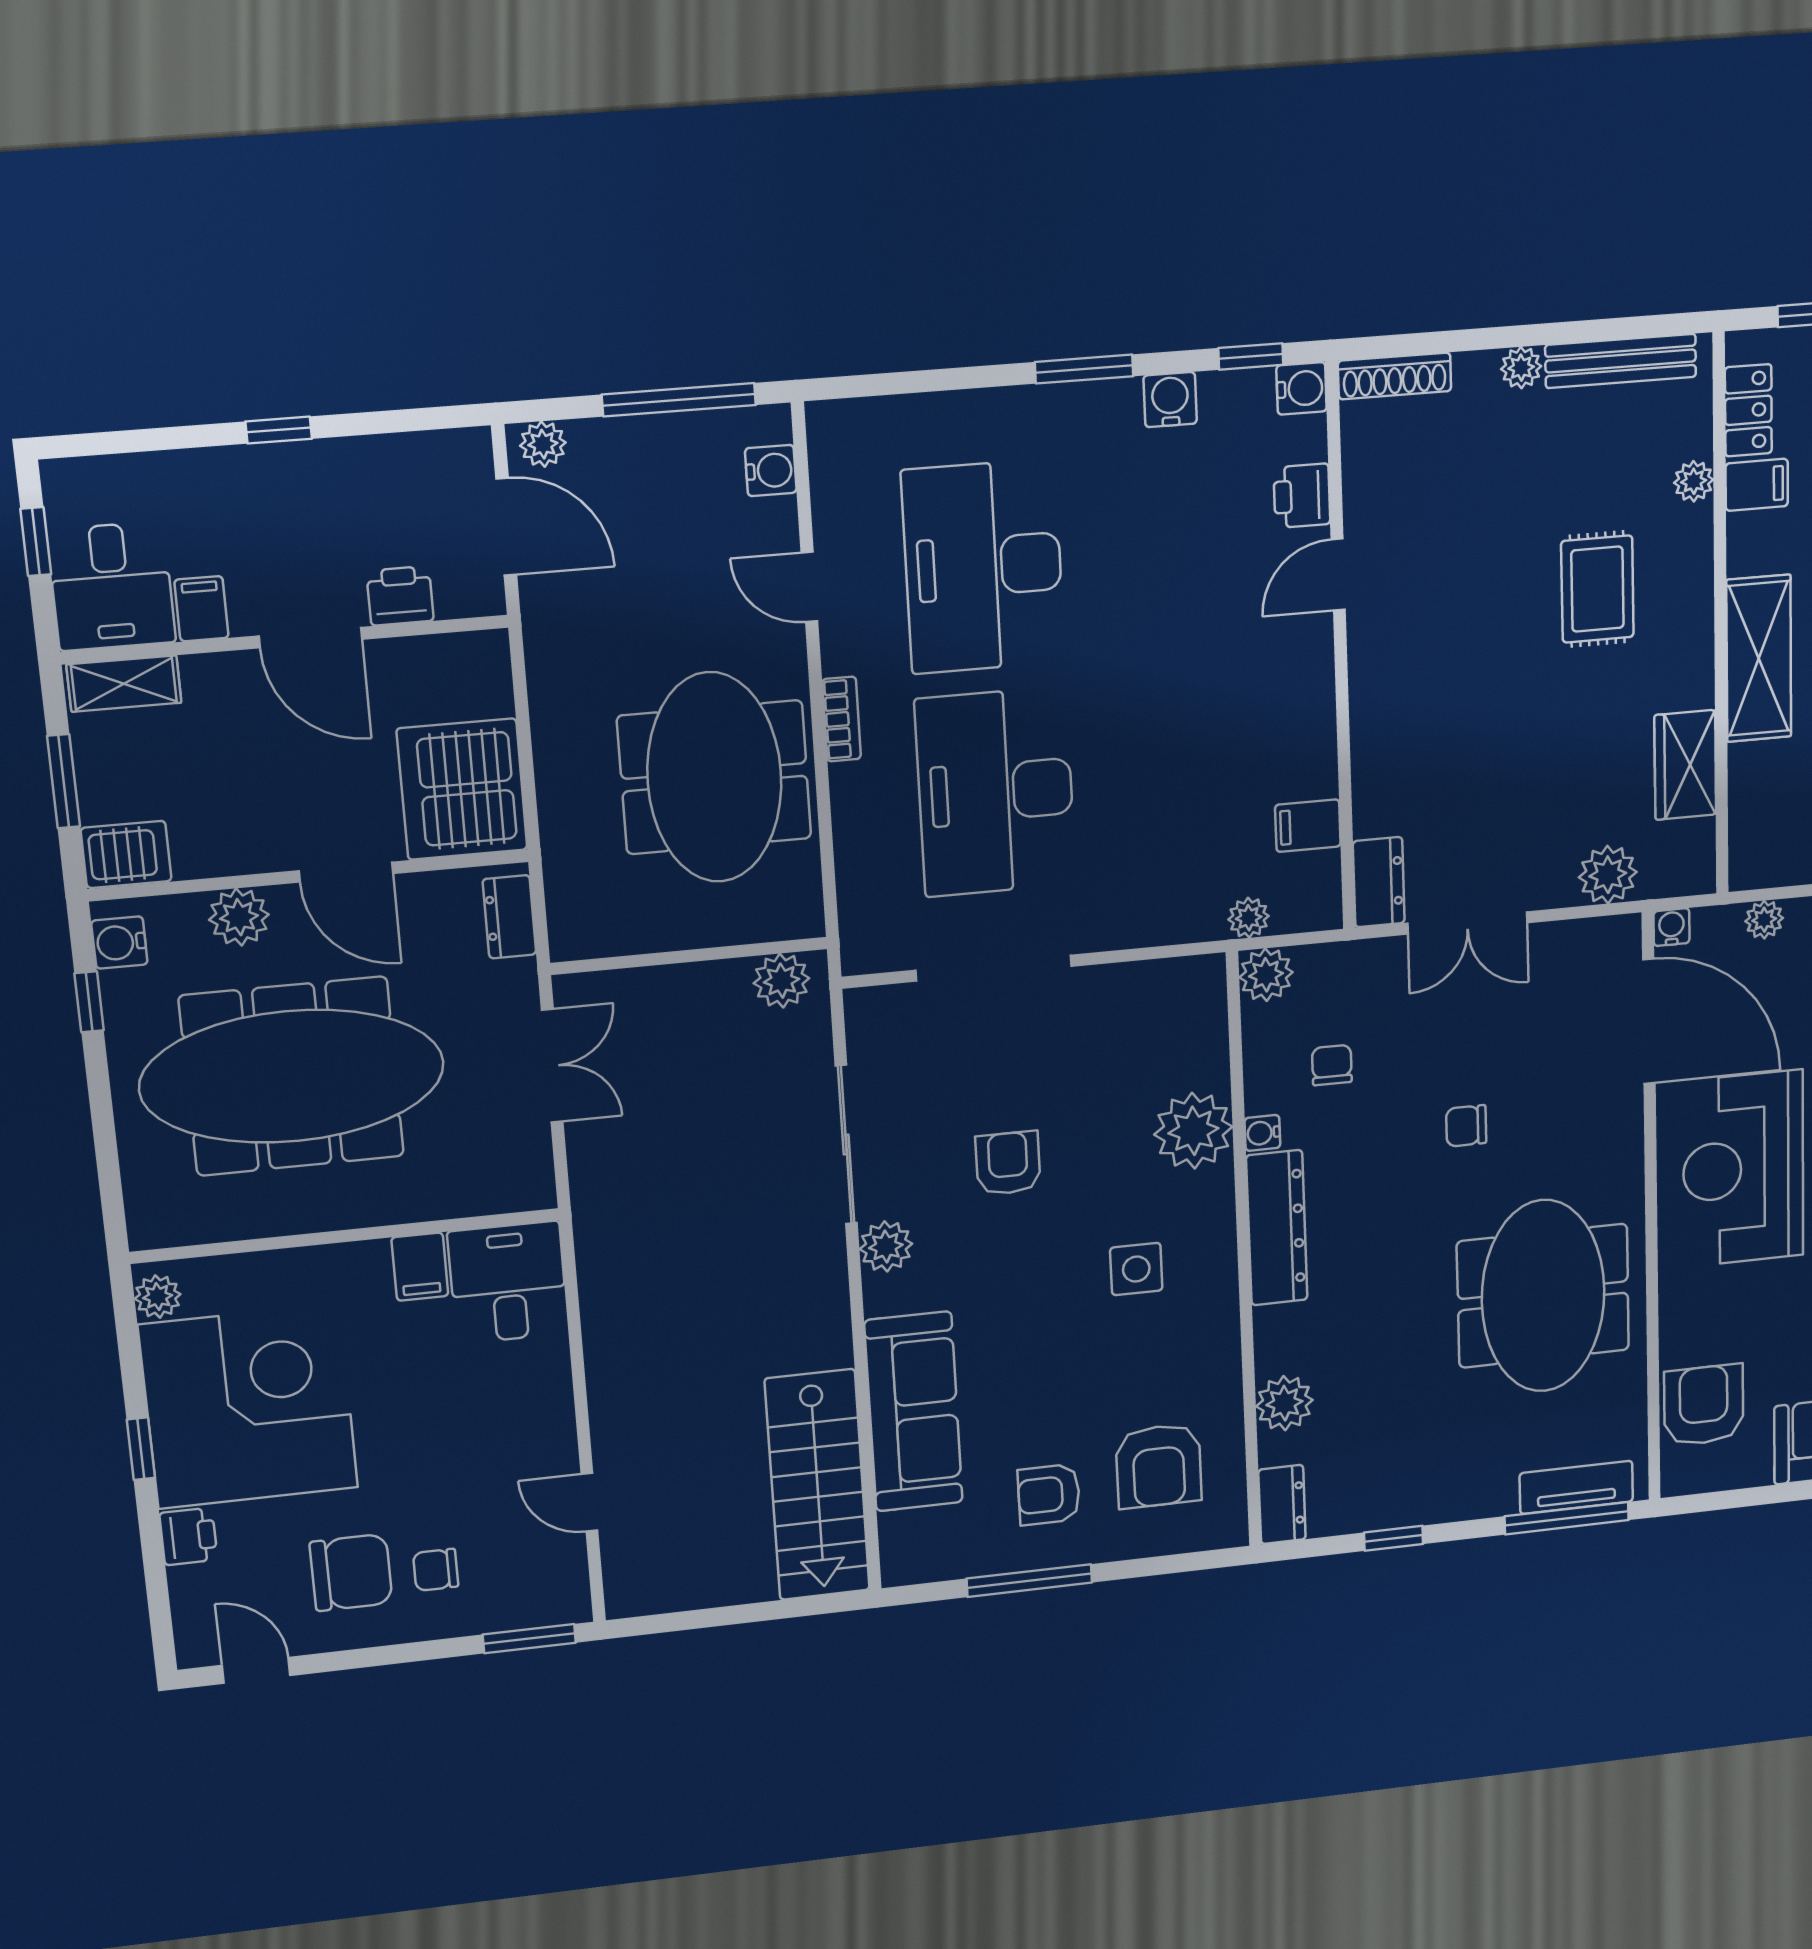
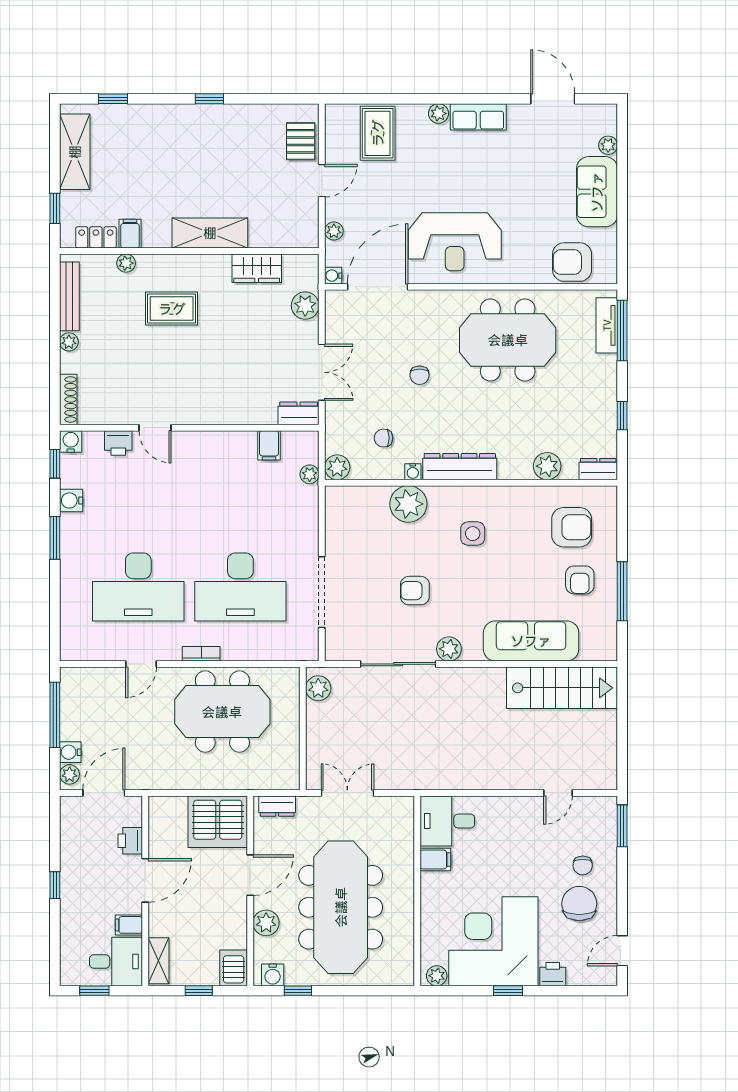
water cooler: (771, 470) -> (70, 752), moved, turned -90
window: (64, 781) -> (199, 991), width x0.67

